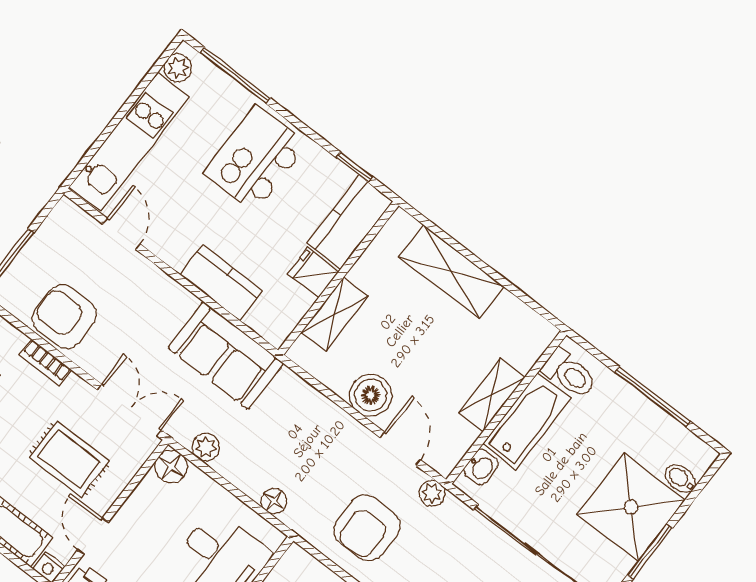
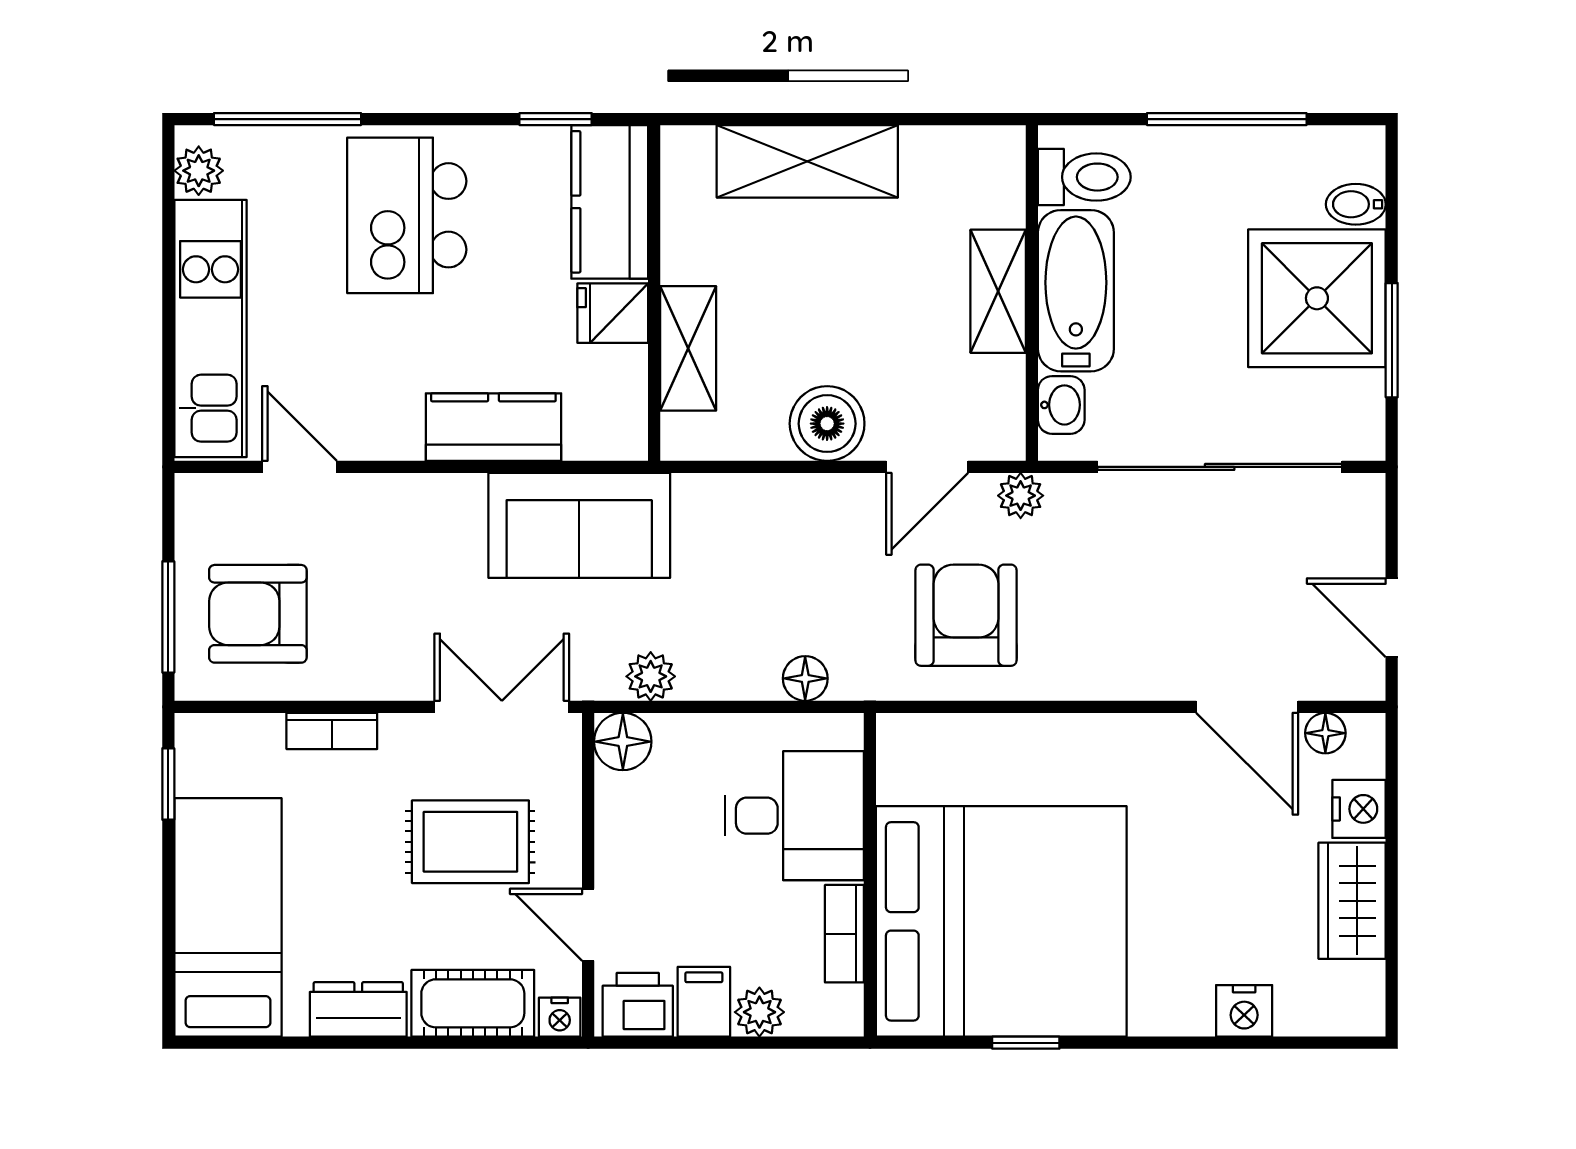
armchair: (65, 317) -> (258, 614), moved
door: (400, 449) -> (927, 467), swing flipped
armchair: (367, 528) -> (966, 615), turned 180

